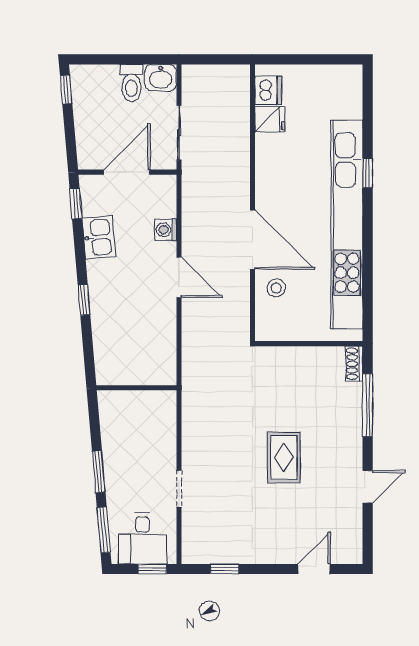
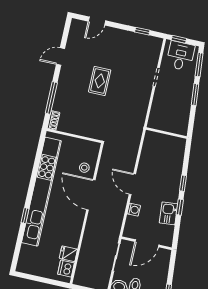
window: (76, 204) -> (180, 207), moved

